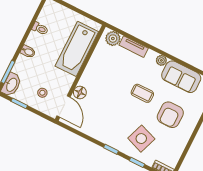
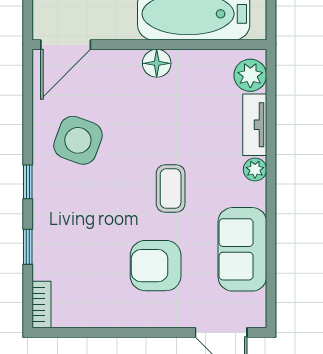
plant: (161, 60) -> (255, 169), moved
floor lamp: (80, 92) -> (157, 63), moved
side table: (141, 139) -> (78, 140), moved

